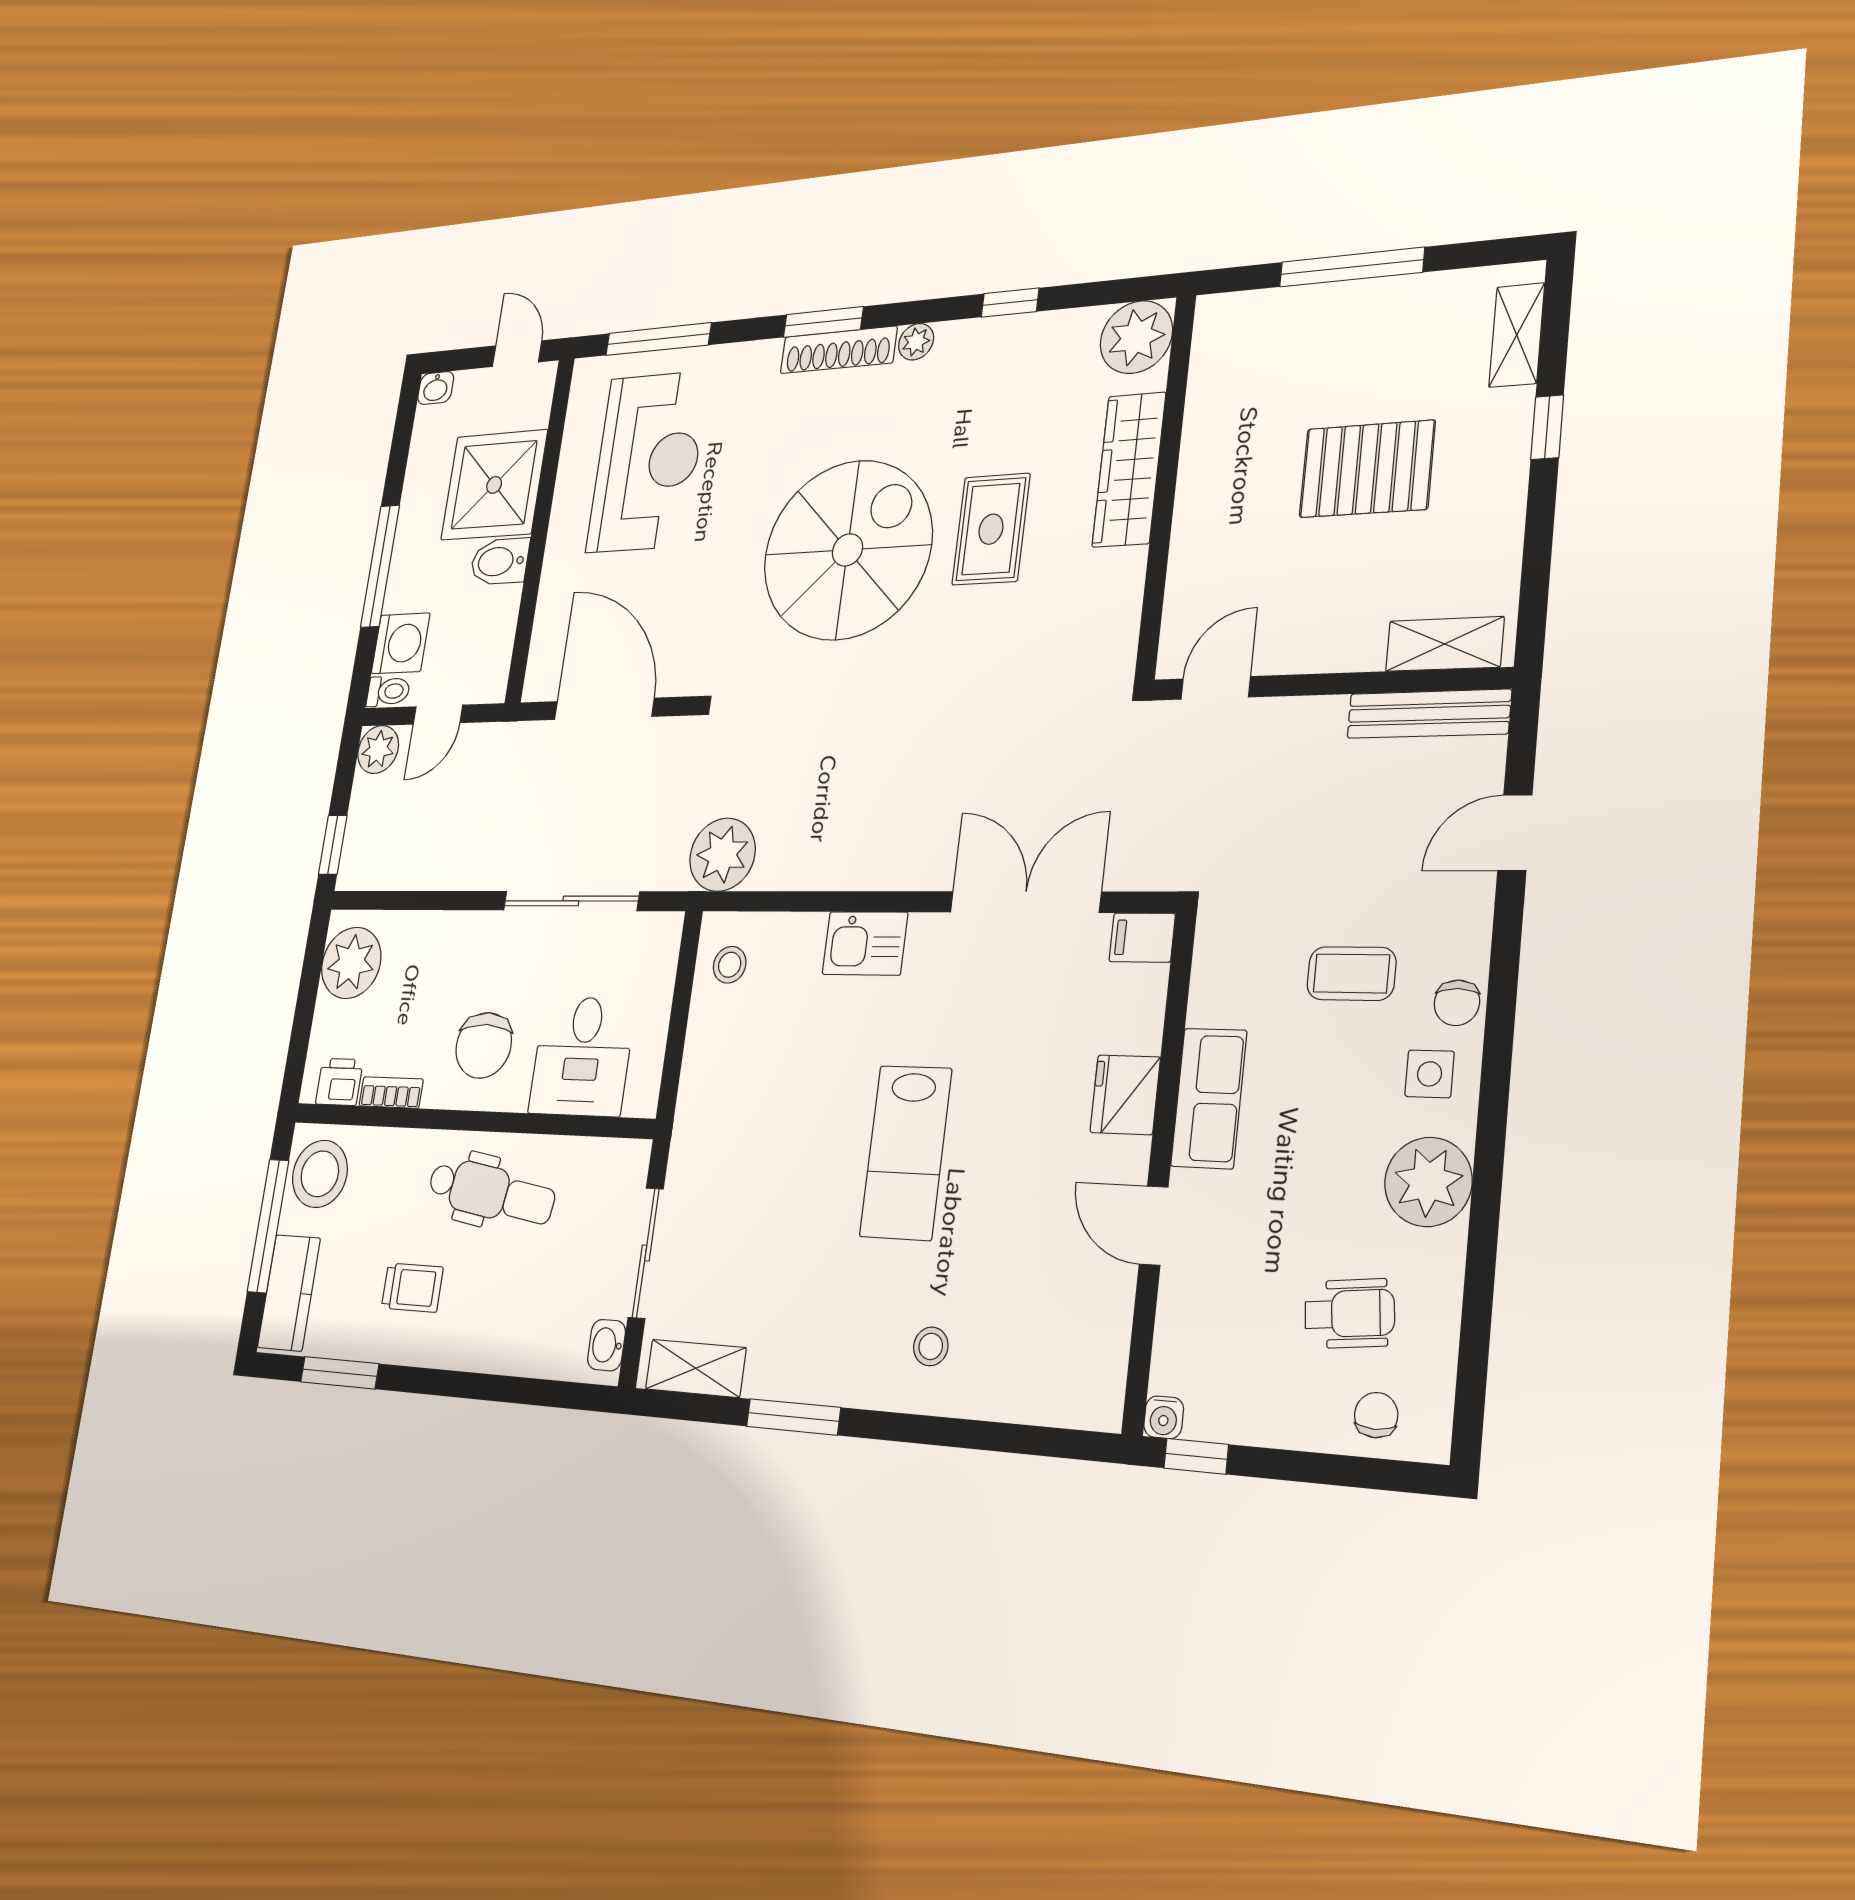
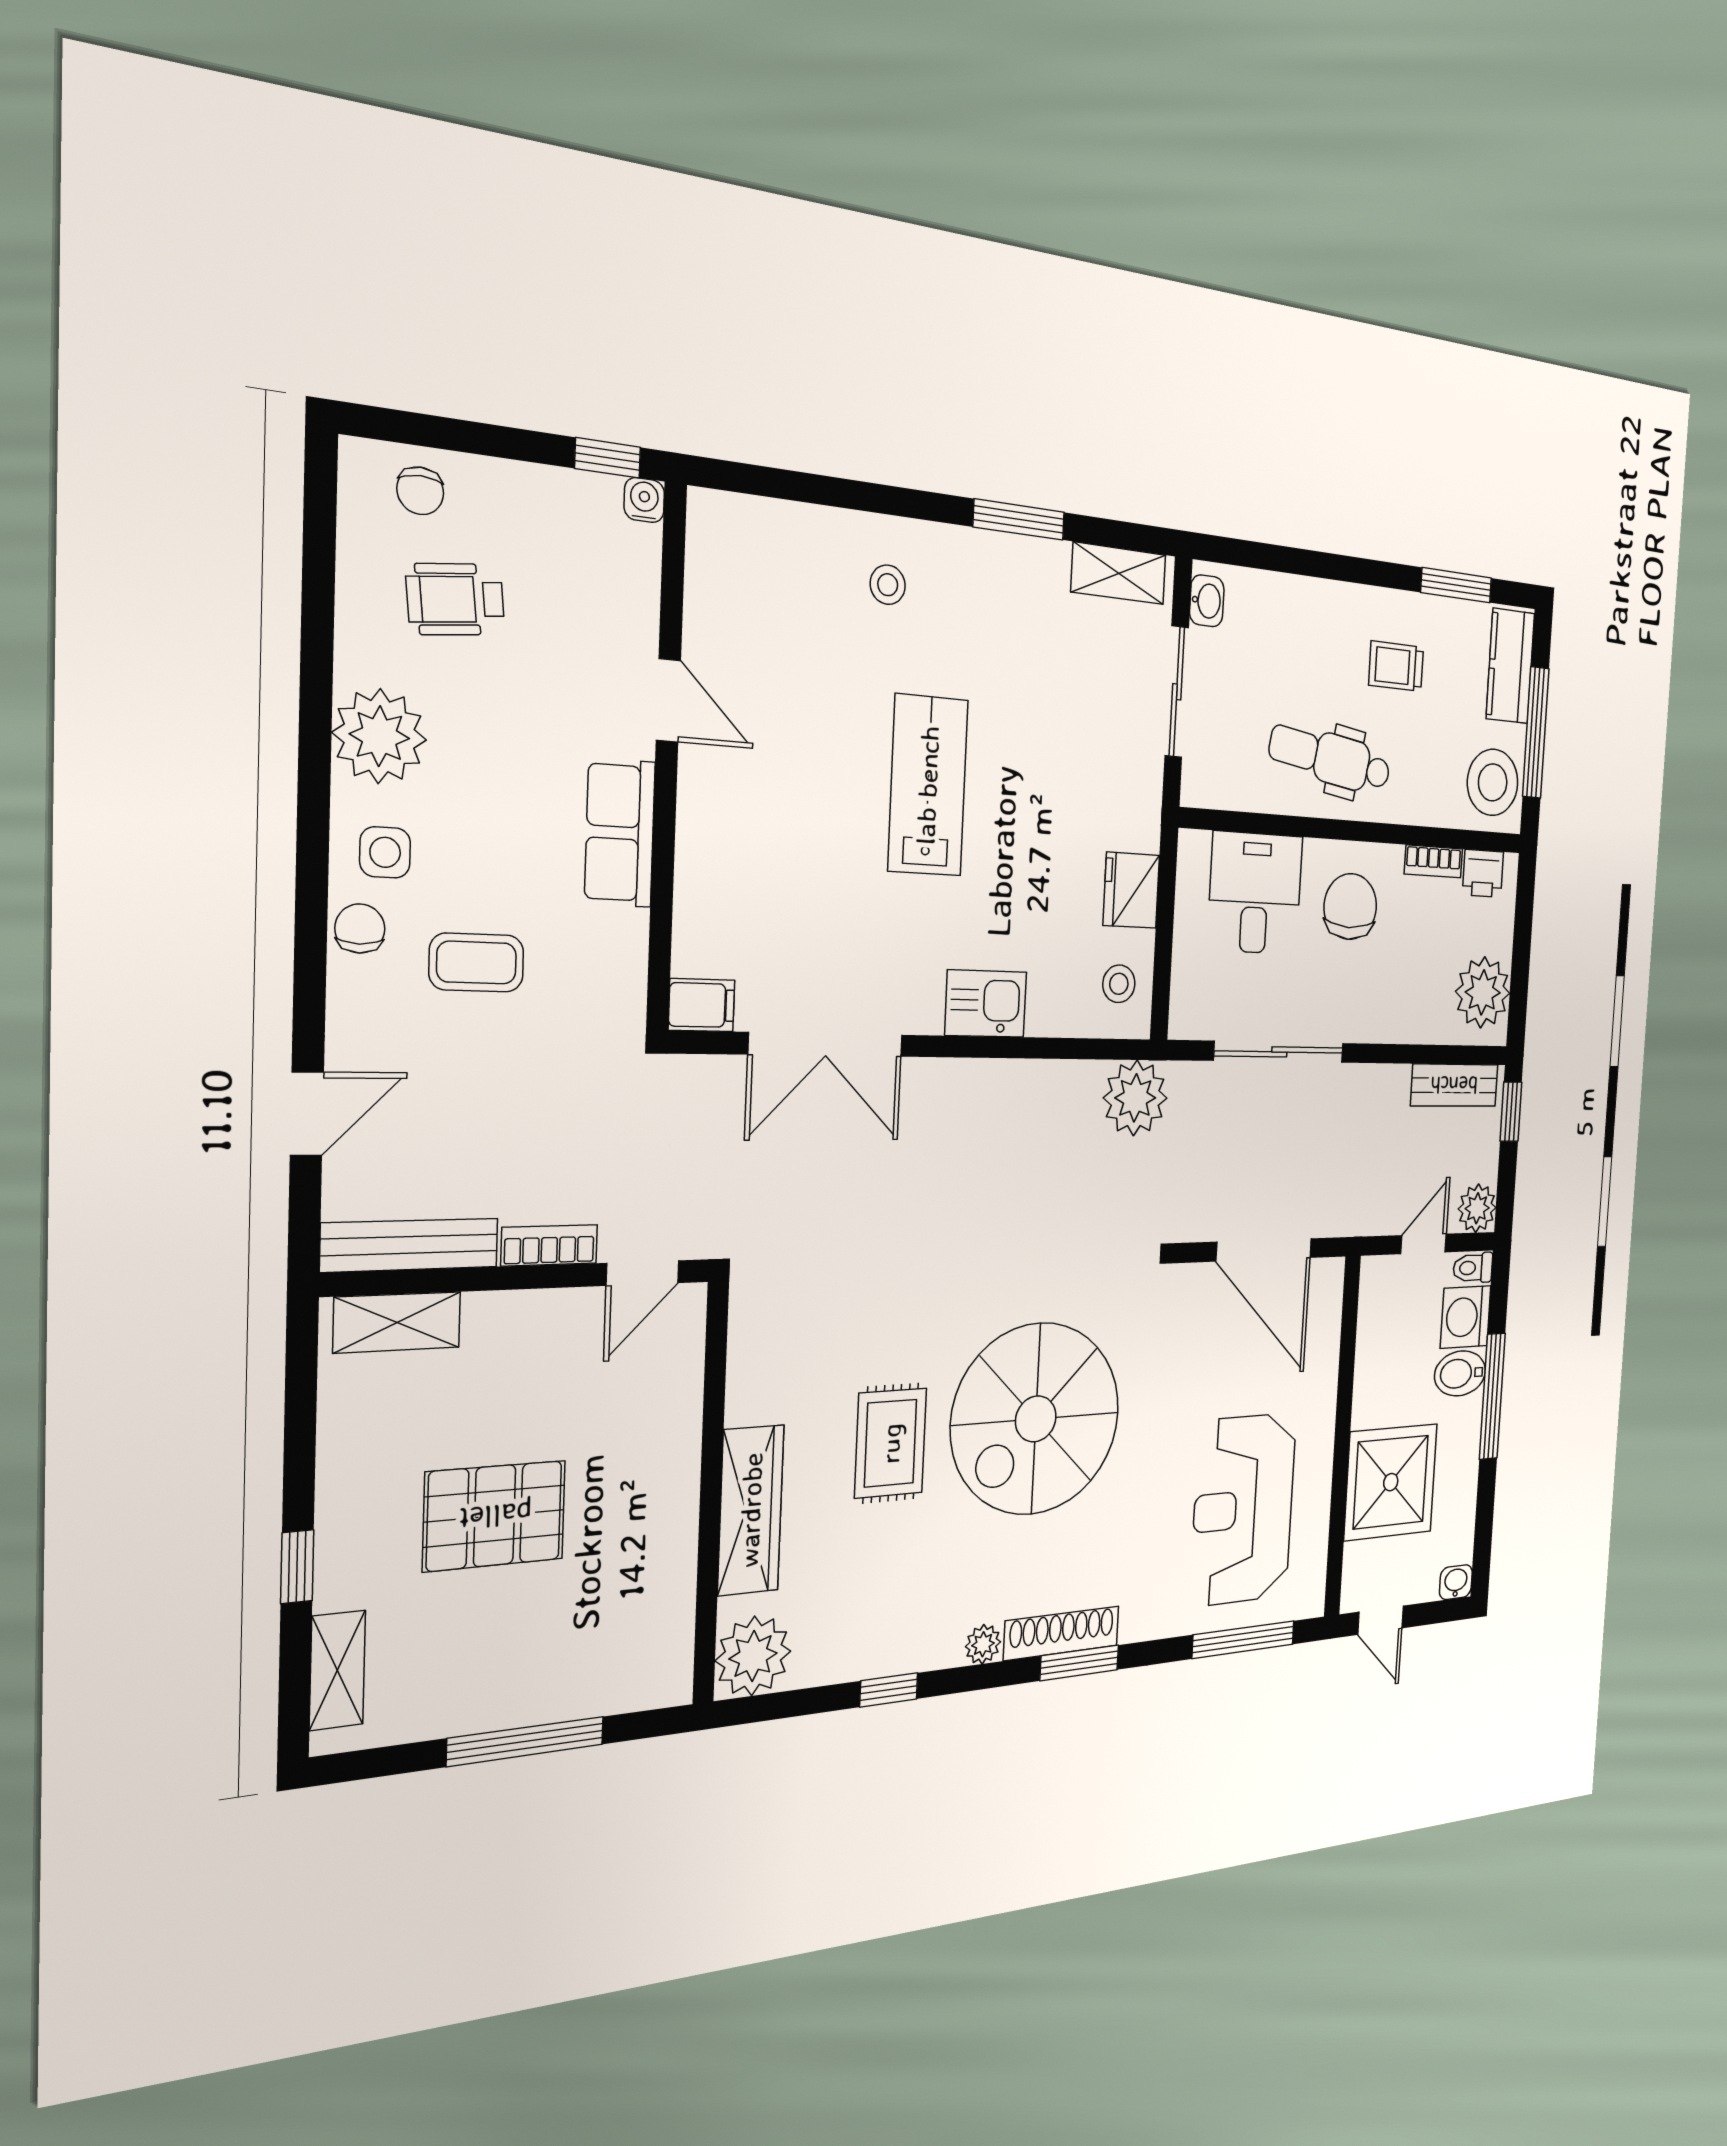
bidet: (500, 561) -> (1460, 1373), moved, turned 180
bookcase: (1301, 714) -> (549, 1245), added
bench: (390, 870) -> (1454, 1085), added
fridge: (1125, 1095) -> (1131, 890), moved, turned 180

